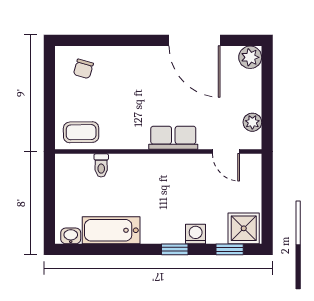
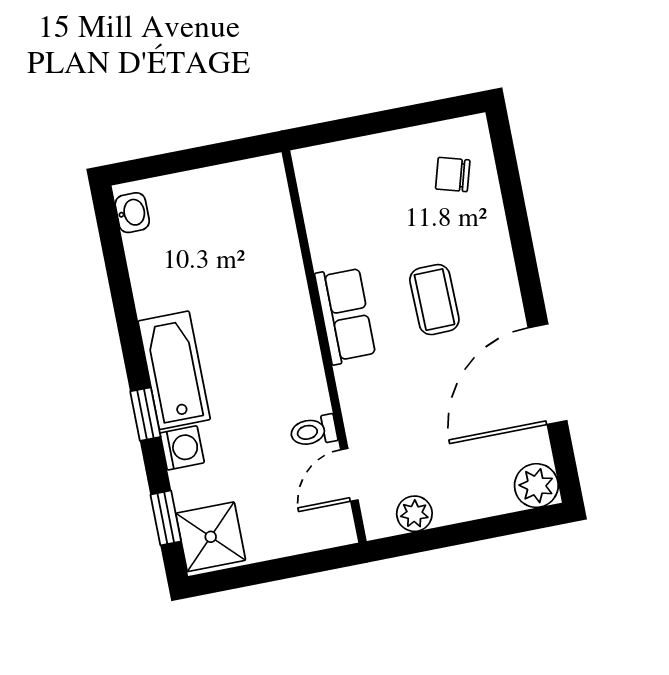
coffee table: (81, 132) -> (434, 300), moved
row of seats: (173, 138) -> (345, 315), moved
toilet: (101, 165) -> (314, 431), moved
bathtub: (111, 230) -> (174, 370), moved

